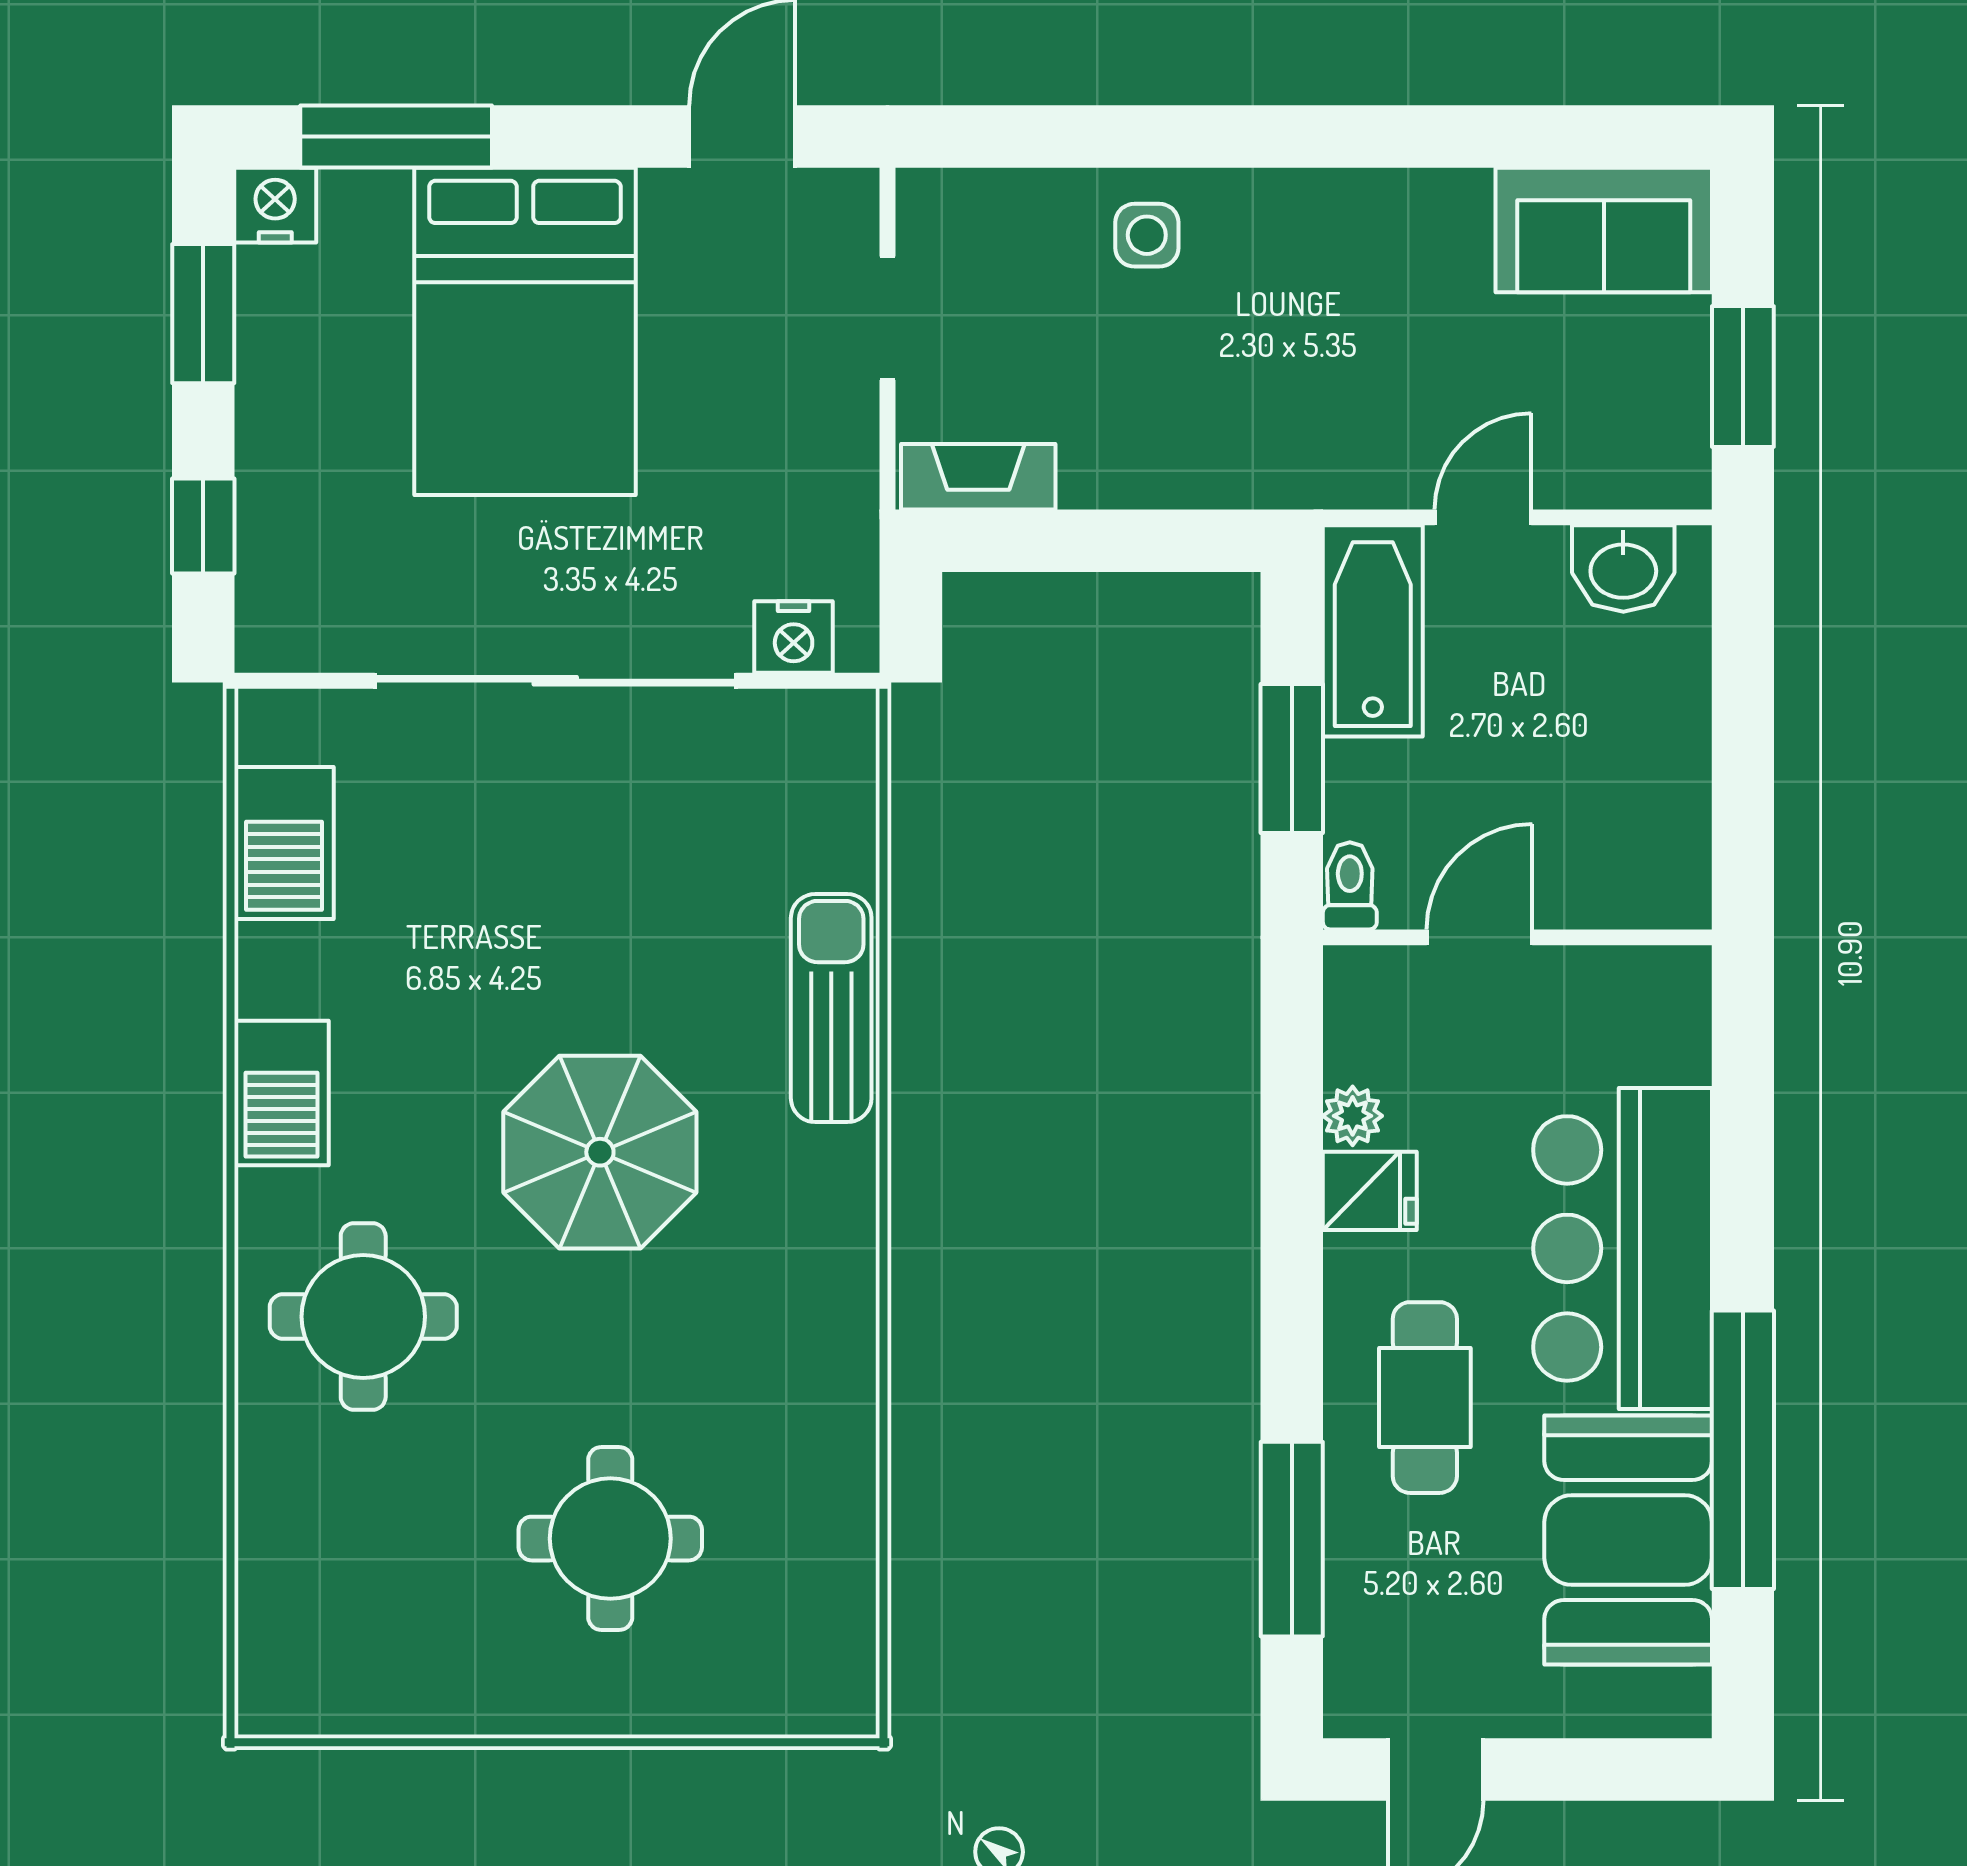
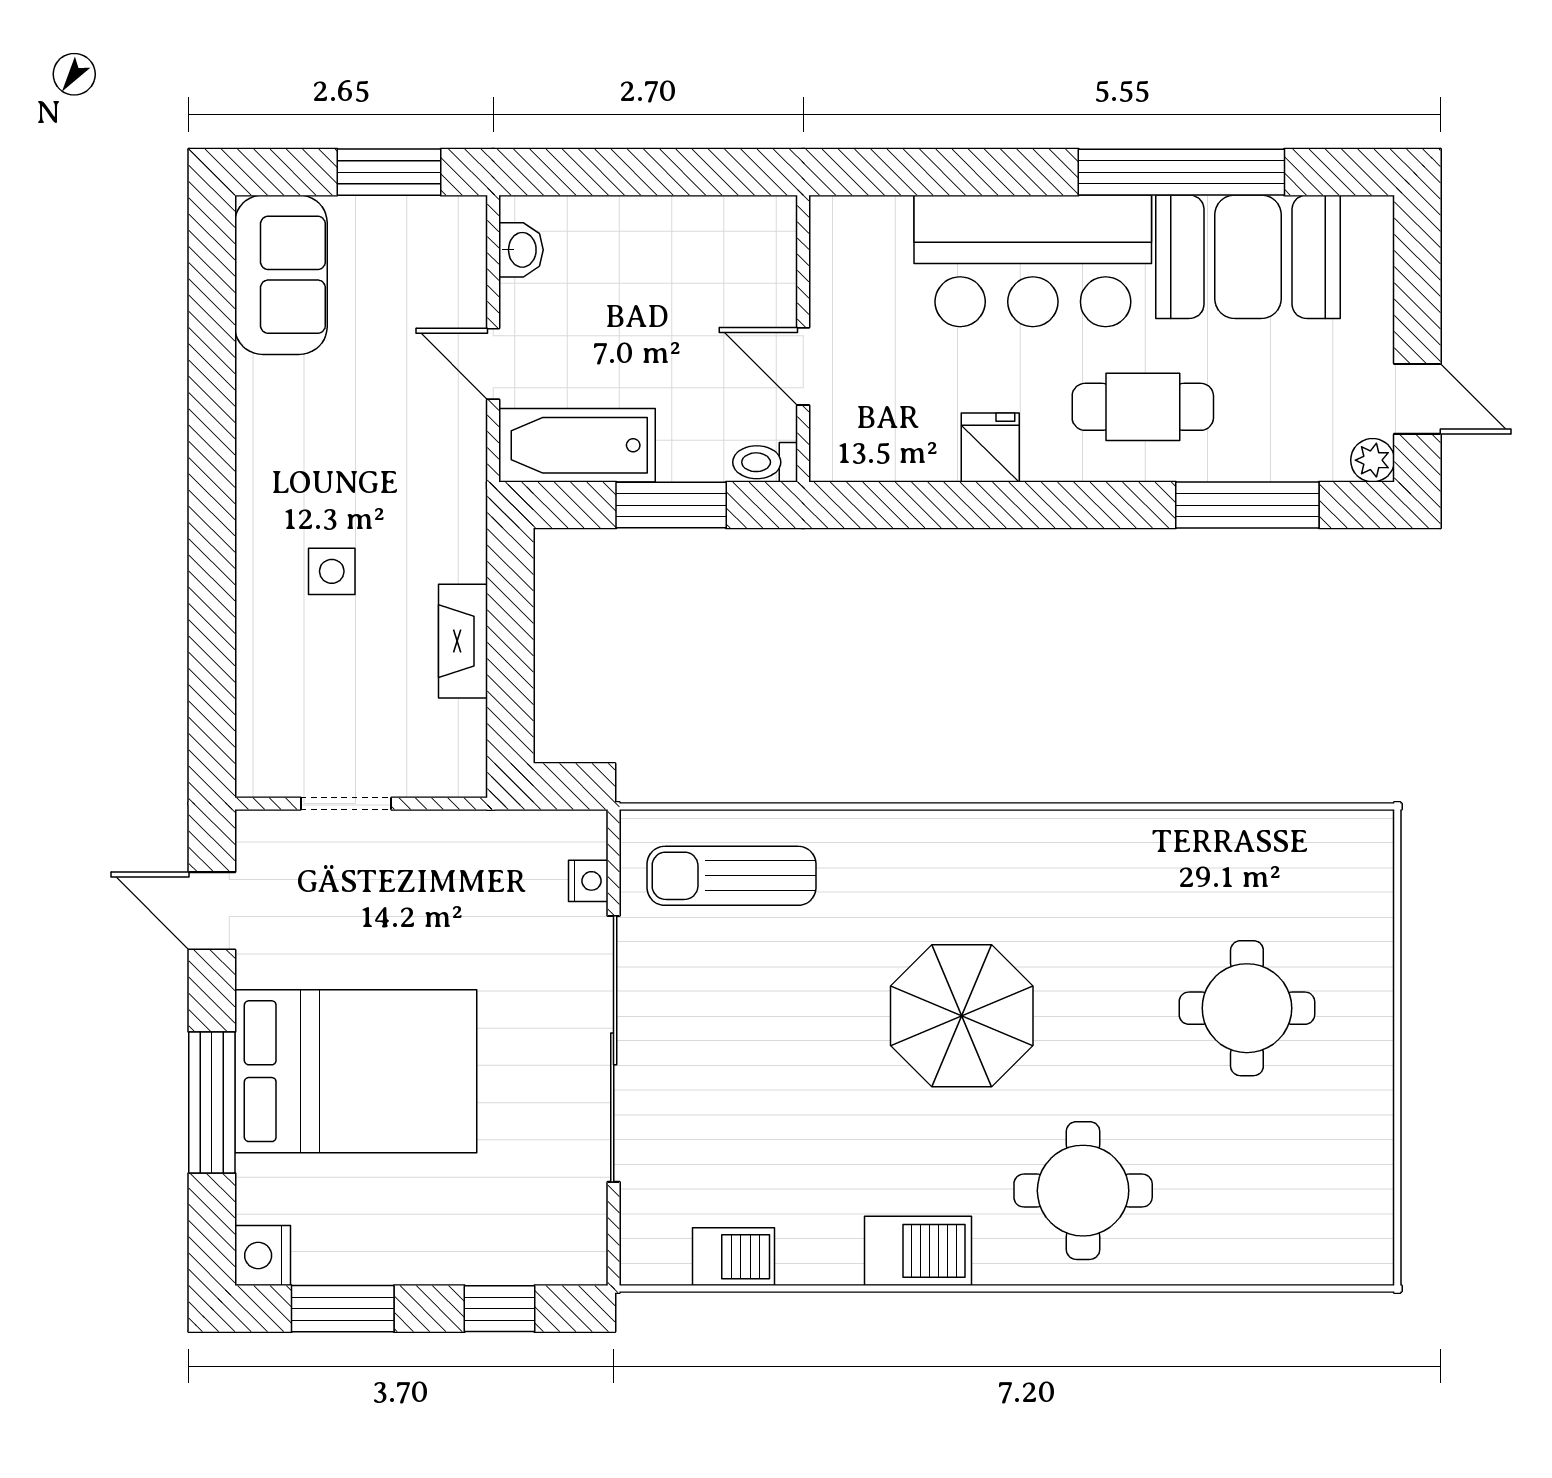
window: (396, 136) -> (212, 1102), moved
side table: (1147, 235) -> (332, 571), moved
fireplace: (978, 477) -> (463, 641), moved
washbasin: (1623, 568) -> (521, 250), width x0.72, depth x0.69
nightstand: (794, 637) -> (588, 881), width x0.72, depth x0.74
barbecue: (284, 843) -> (733, 1257), width x0.73, depth x0.79
sun lounger: (831, 1008) -> (731, 876), moved
plant: (1353, 1116) -> (1373, 460), moved

